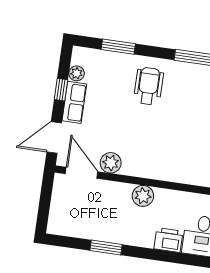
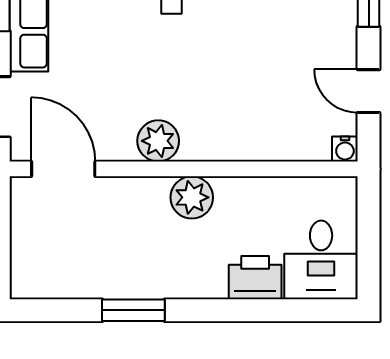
plant: (111, 163) -> (158, 141), moved

